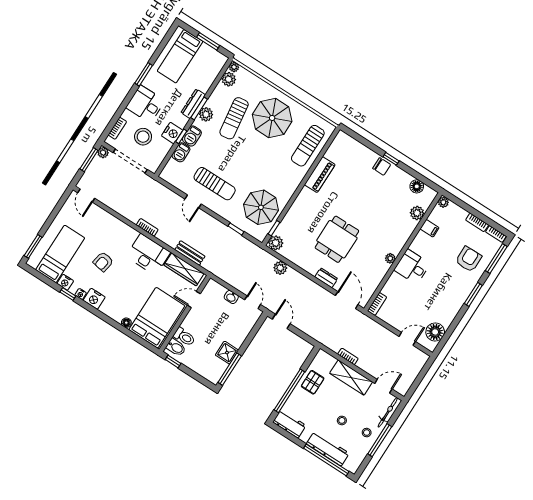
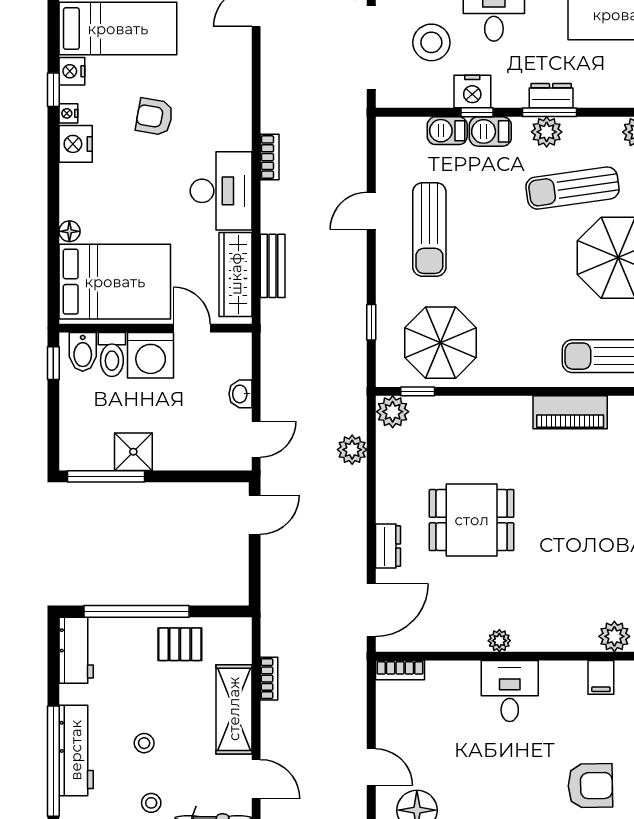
dresser: (193, 104) -> (551, 96), width x0.70
washing machine: (194, 322) -> (151, 355), added

